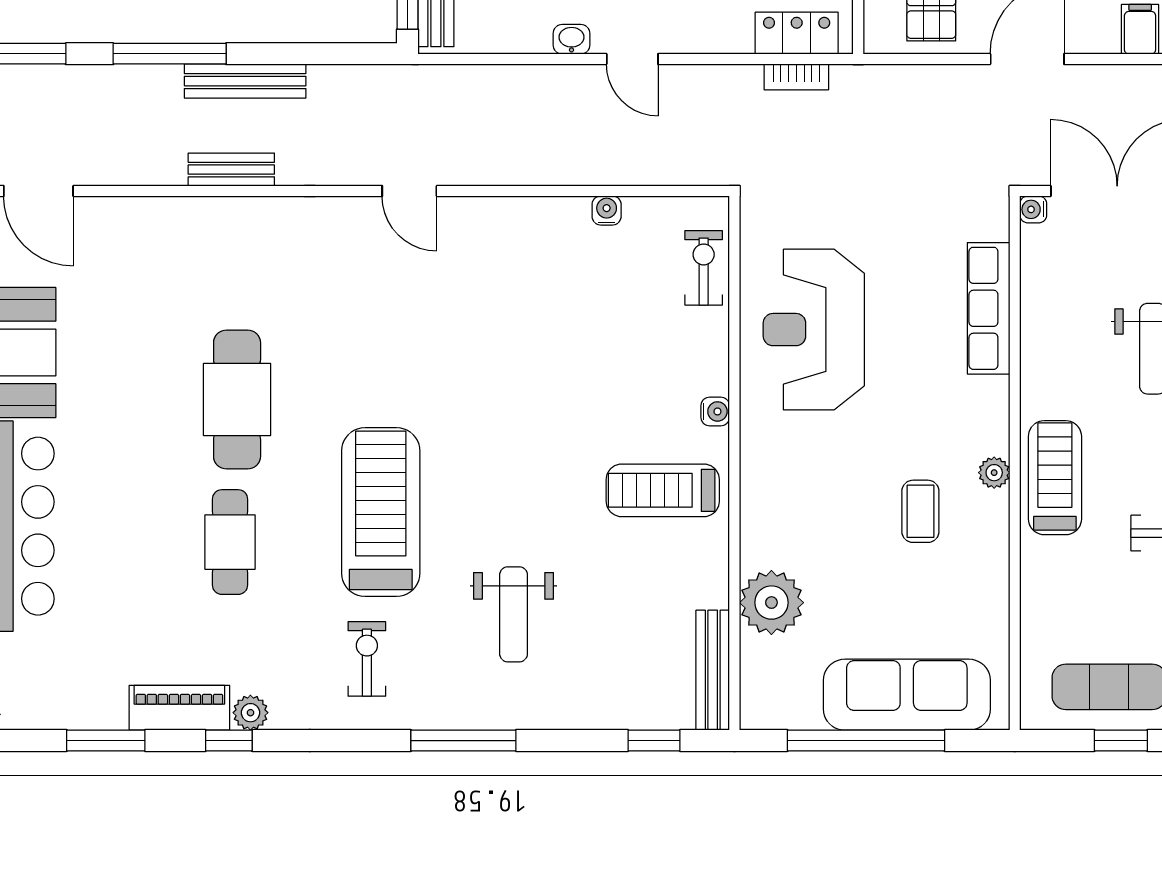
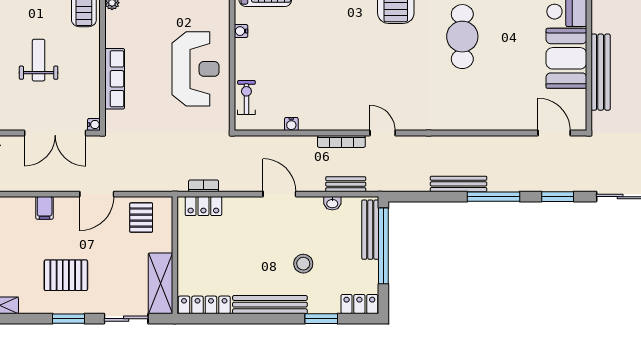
washbasin: (572, 39) -> (332, 203), moved
door: (632, 59) -> (279, 194), width x1.38
bench: (231, 170) -> (346, 184), moved
bookcase: (498, 173) -> (341, 141), added
exercise bike: (704, 268) -> (246, 97), turned 180

